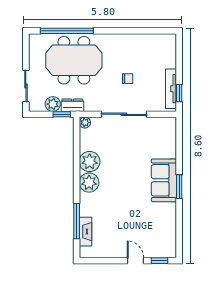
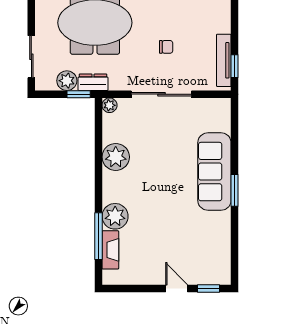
sofa: (164, 180) -> (214, 172), width x1.36
plant: (89, 183) -> (115, 216), moved

